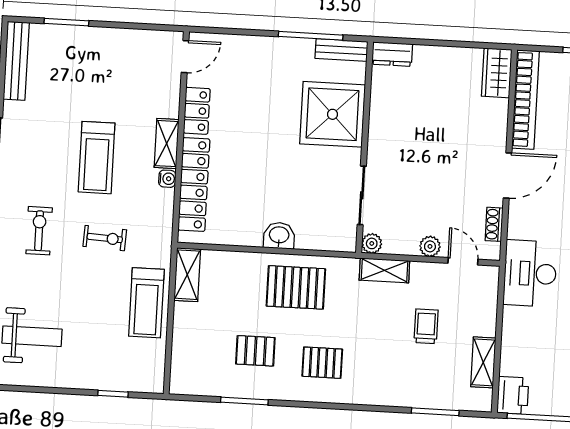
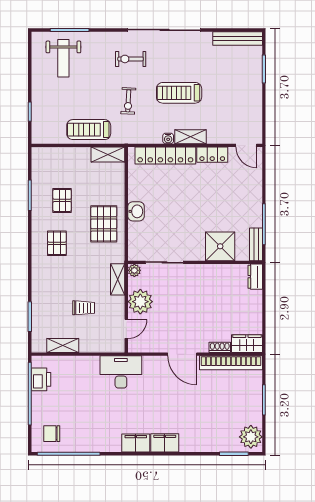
shower: (332, 114) -> (220, 246), width x0.73, depth x0.73
shoe rack: (494, 224) -> (220, 347), moved
exercise bike: (39, 231) -> (131, 59), turned 180
plant: (430, 246) -> (140, 302), width x1.88, depth x1.88
printer: (513, 395) -> (41, 379), moved, turned -90

